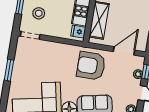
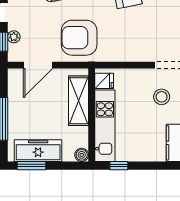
armchair: (91, 66) -> (79, 38), turned 180

